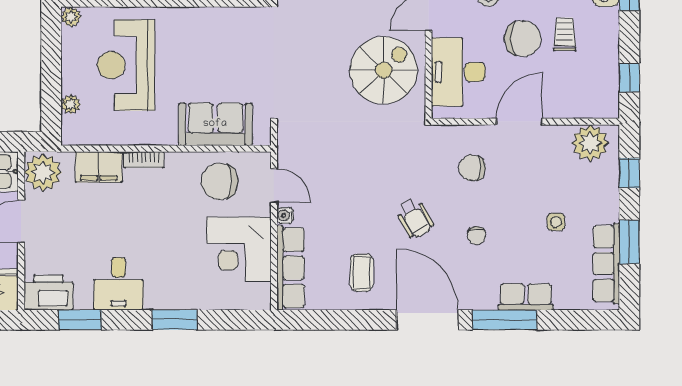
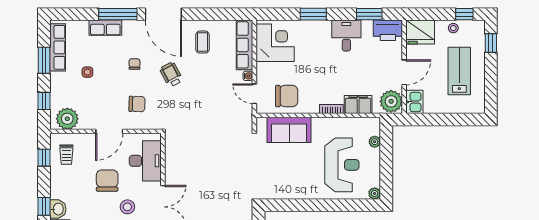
trolley: (565, 34) -> (66, 155), moved
chair: (523, 39) -> (107, 181), turned 90
spiral stairs: (384, 70) -> (190, 162), removed
corner desk: (239, 249) -> (275, 43), moved

